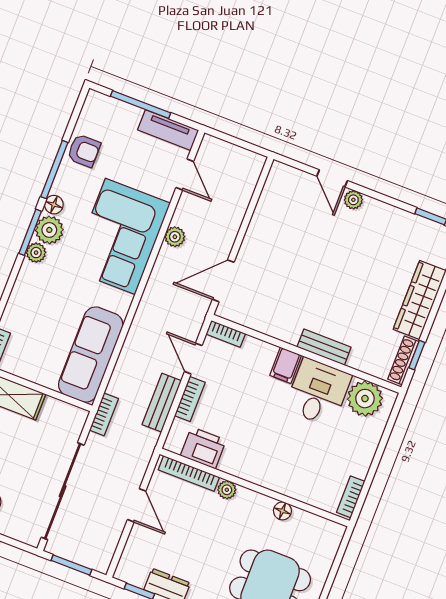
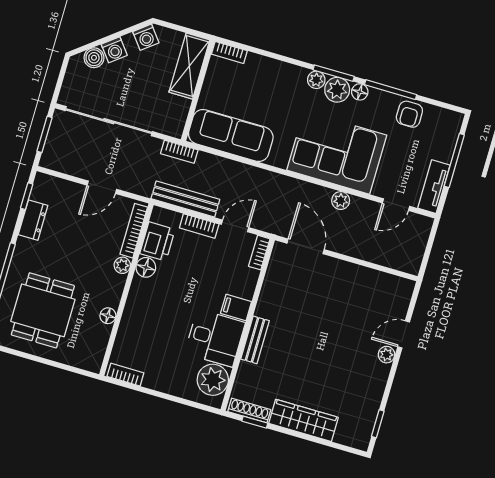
bench: (162, 403) -> (185, 199), width x1.36
floor lamp: (231, 463) -> (146, 267), added

